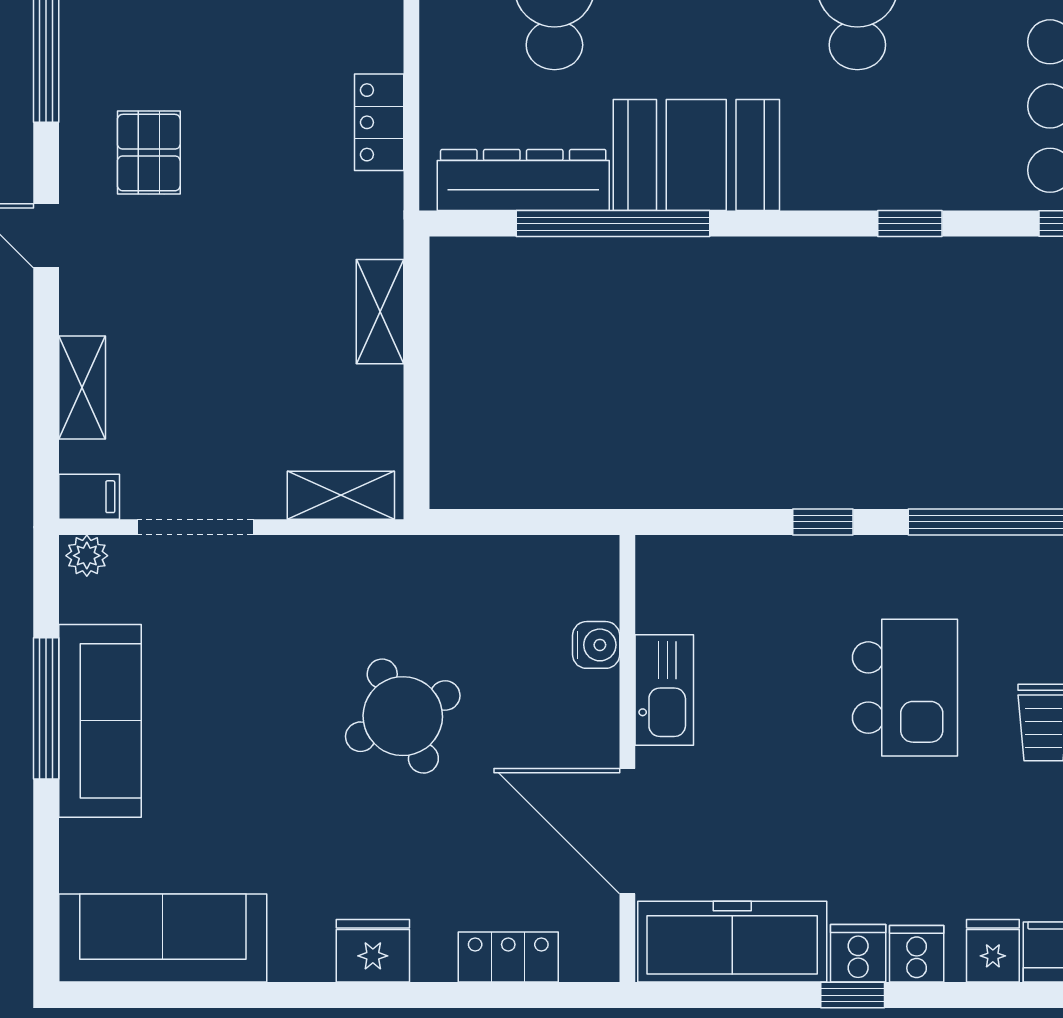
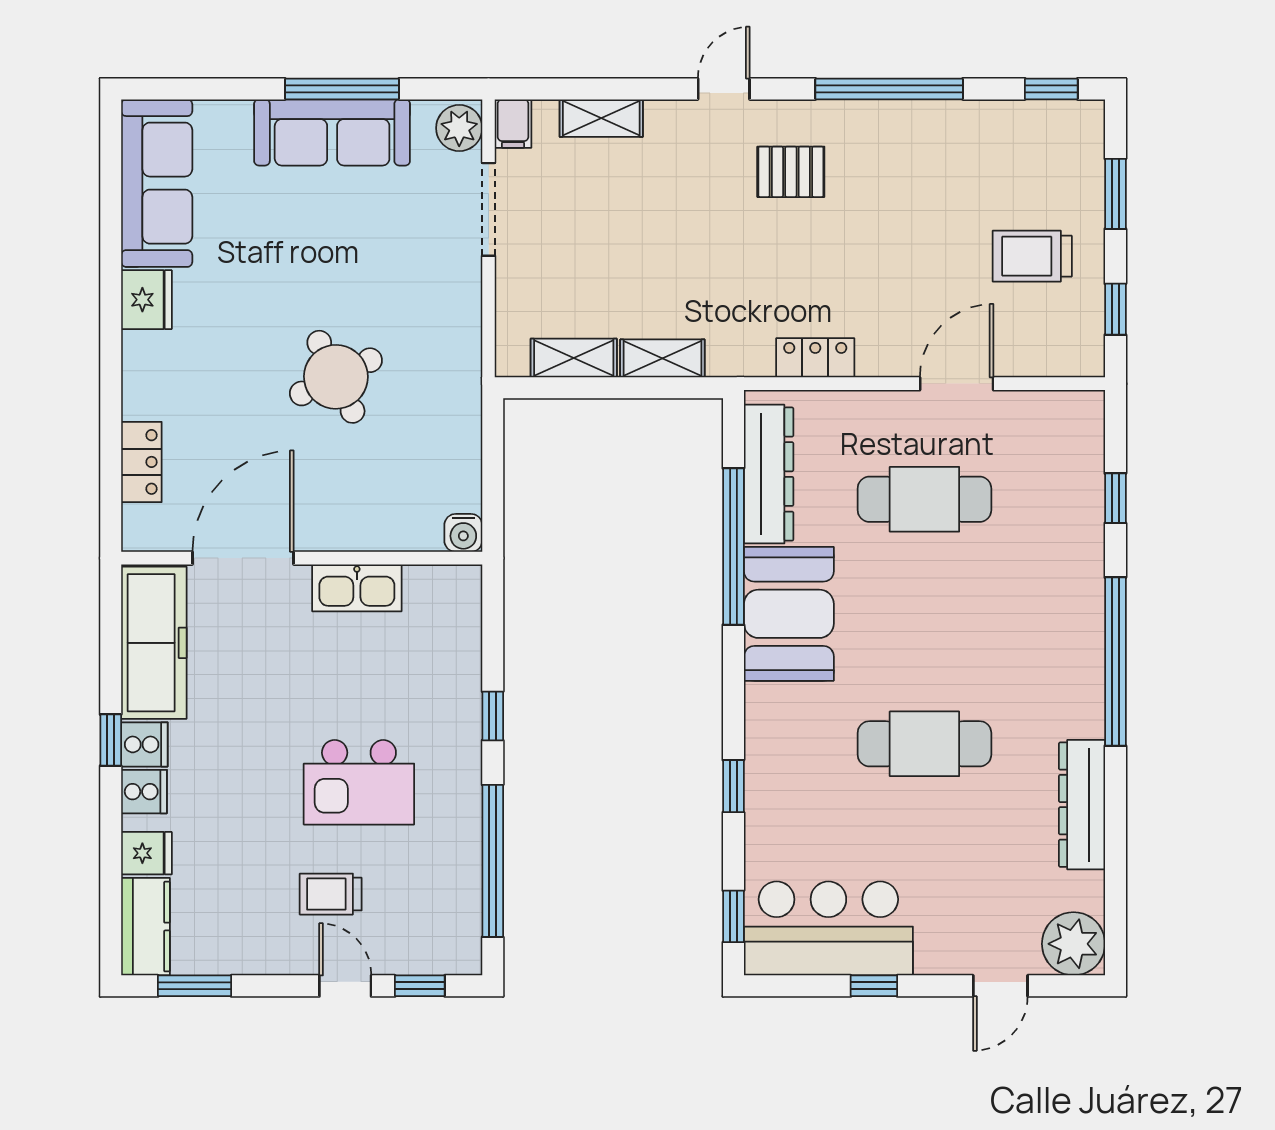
shelving: (341, 495) -> (574, 358), moved, turned 90
plant: (87, 556) -> (459, 128), width x1.38, depth x1.38
water cooler: (596, 645) -> (463, 533), moved
fridge: (373, 951) -> (146, 300), moved

